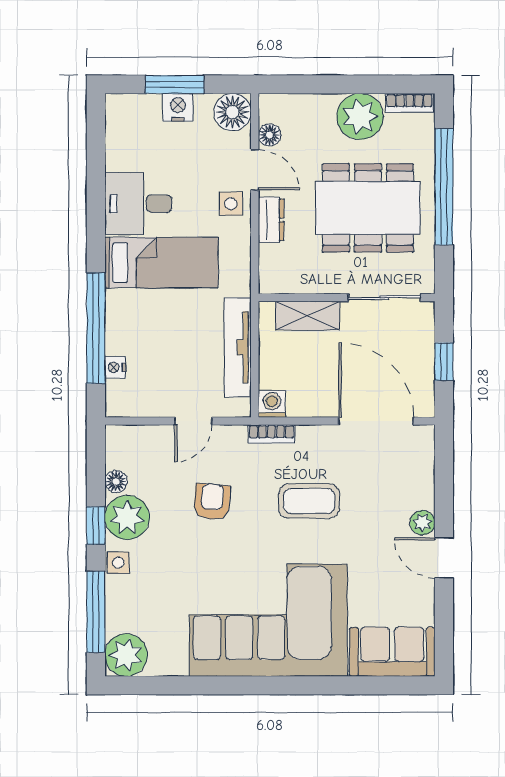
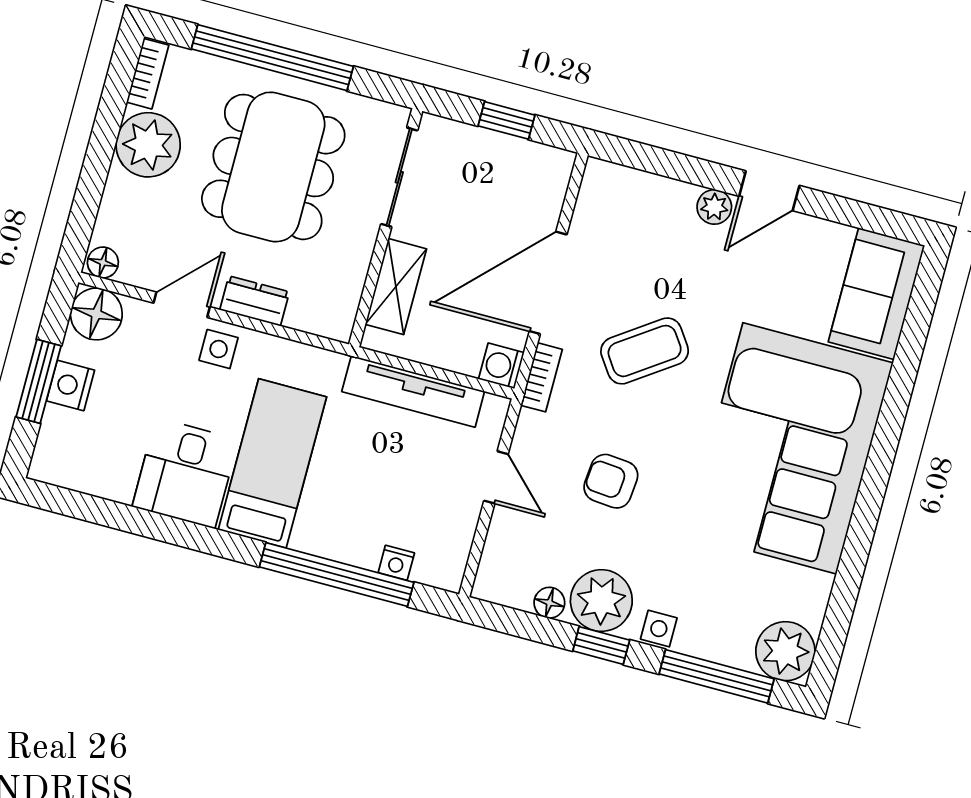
floor lamp: (270, 135) -> (103, 263), moved
door: (376, 421) -> (548, 283), moved
coffee table: (309, 501) -> (645, 351), turned 55

